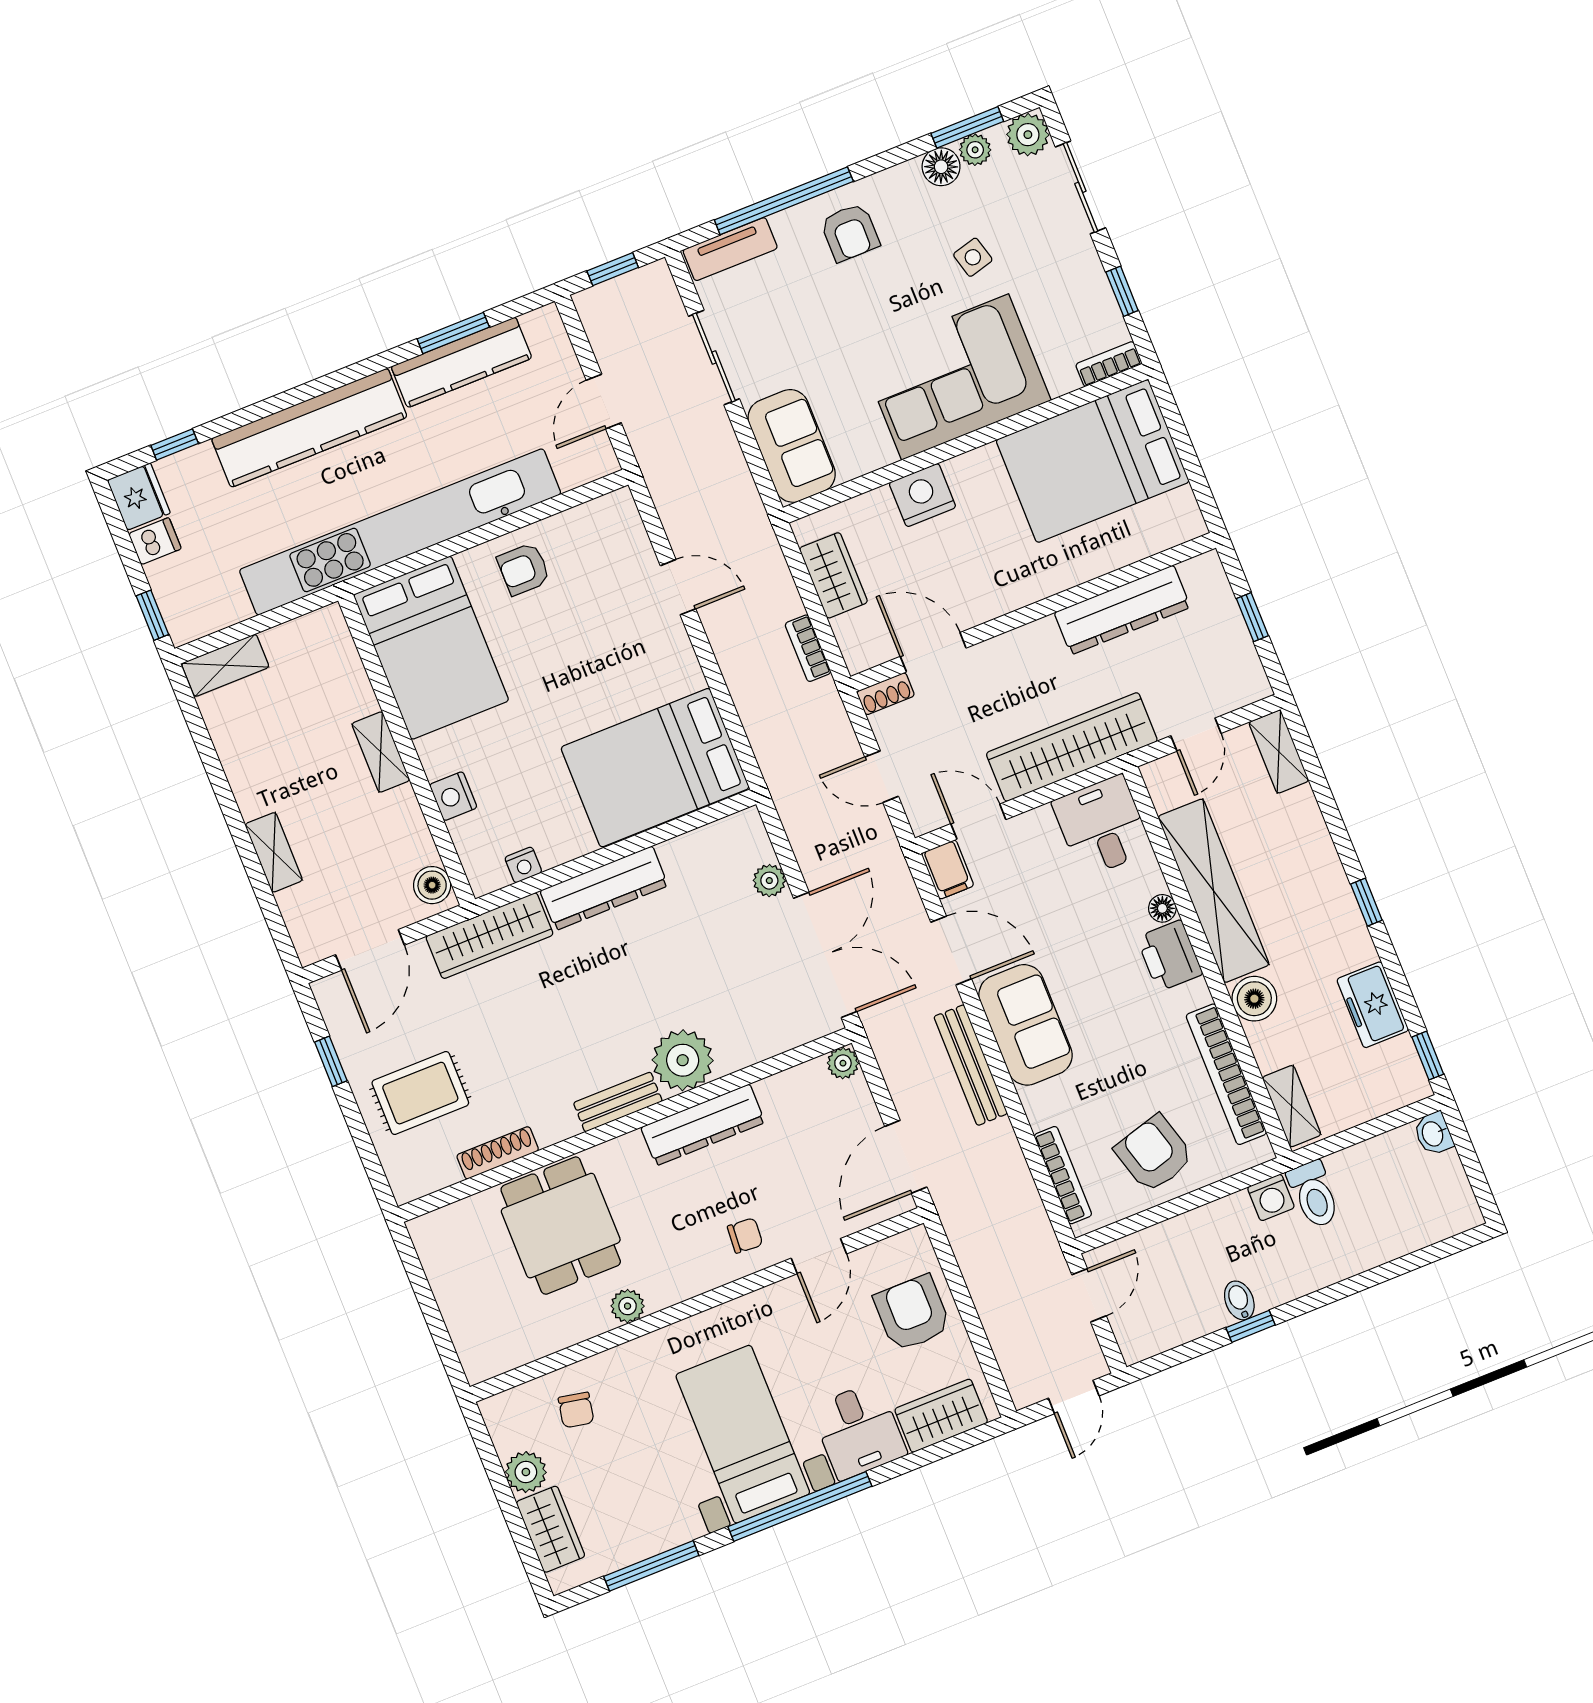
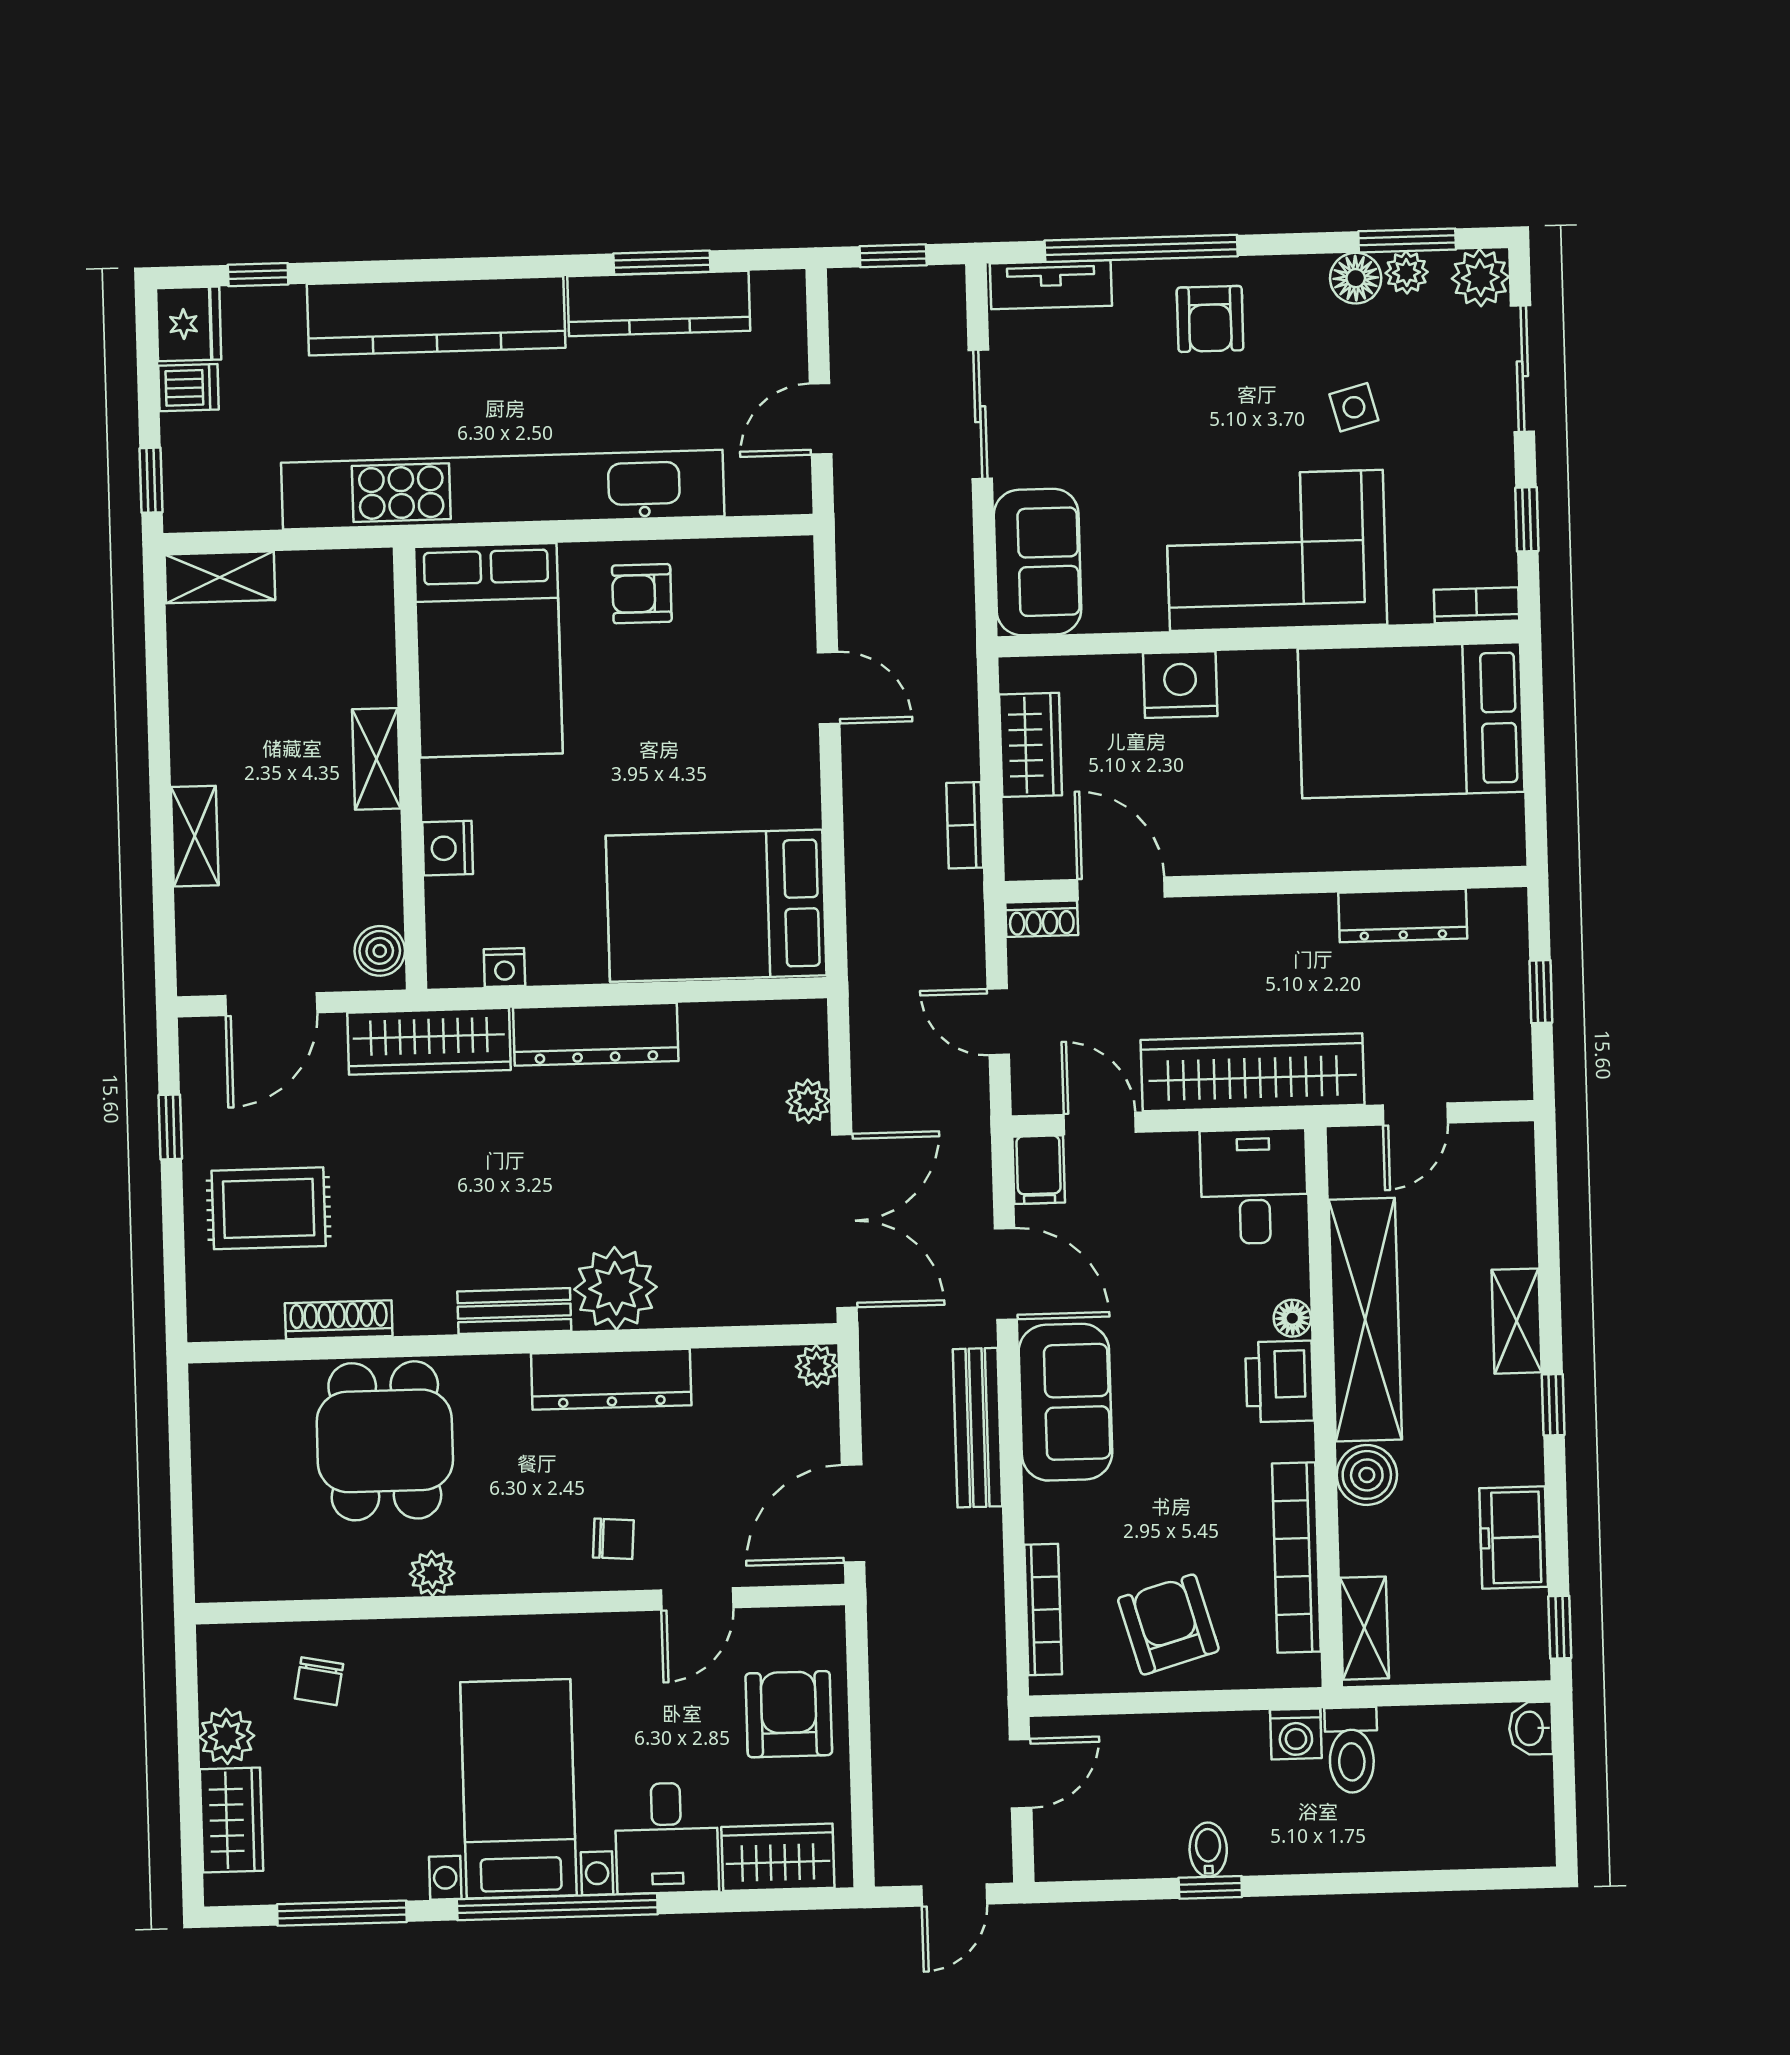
dresser: (1122, 610) -> (1403, 916), width x0.73, depth x0.80
shelving: (1279, 752) -> (1517, 1321), moved

